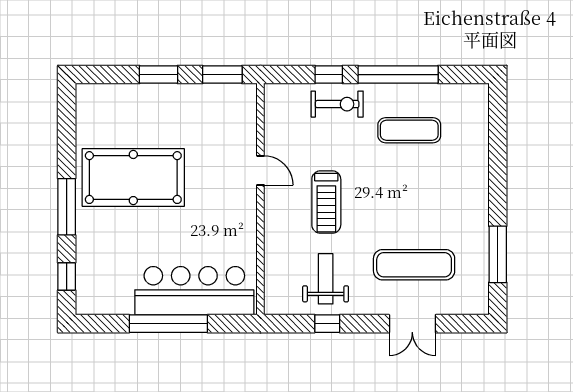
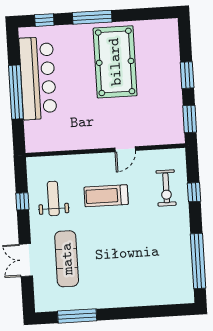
window: (398, 75) -> (198, 261), moved
exercise bike: (337, 104) -> (166, 188), moved
exercise mat: (409, 130) -> (159, 250), removed
weight bench: (326, 279) -> (53, 198), turned -90
bar counter: (194, 291) -> (38, 78), moved

